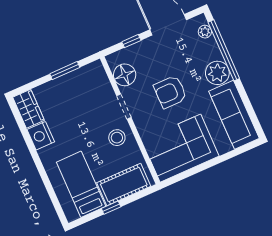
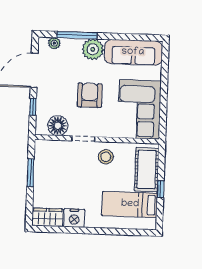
window: (224, 50) -> (77, 35), width x0.68
armchair: (170, 92) -> (90, 95), turned 180

